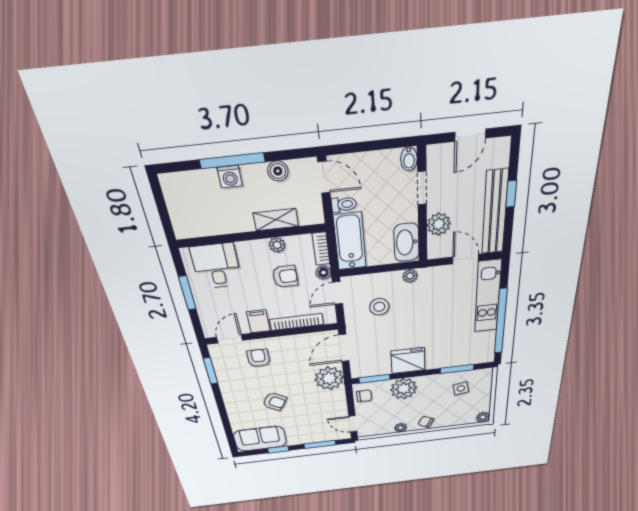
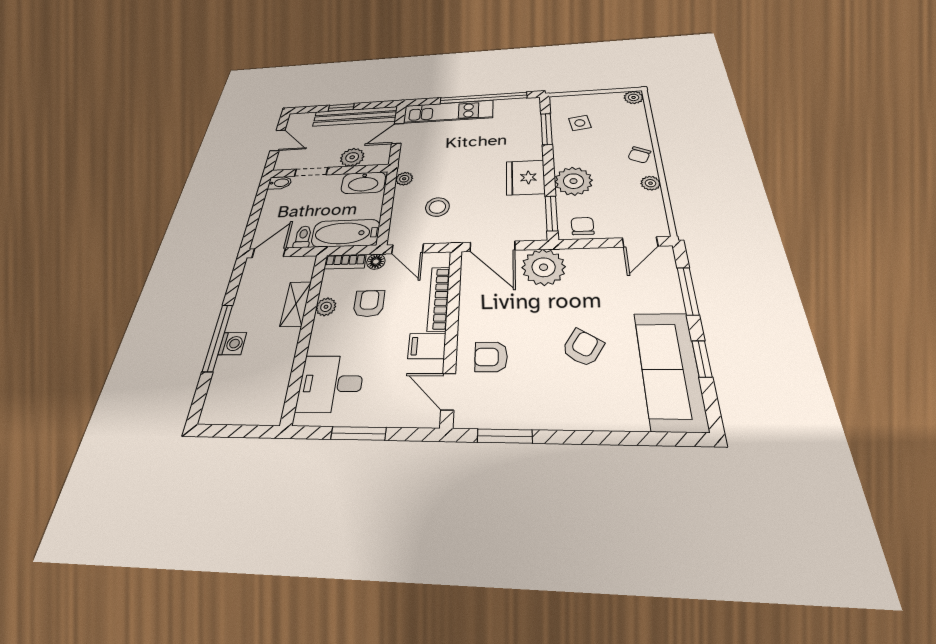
boiler: (278, 171) -> (246, 295), removed
sofa: (260, 439) -> (670, 370), width x1.36

